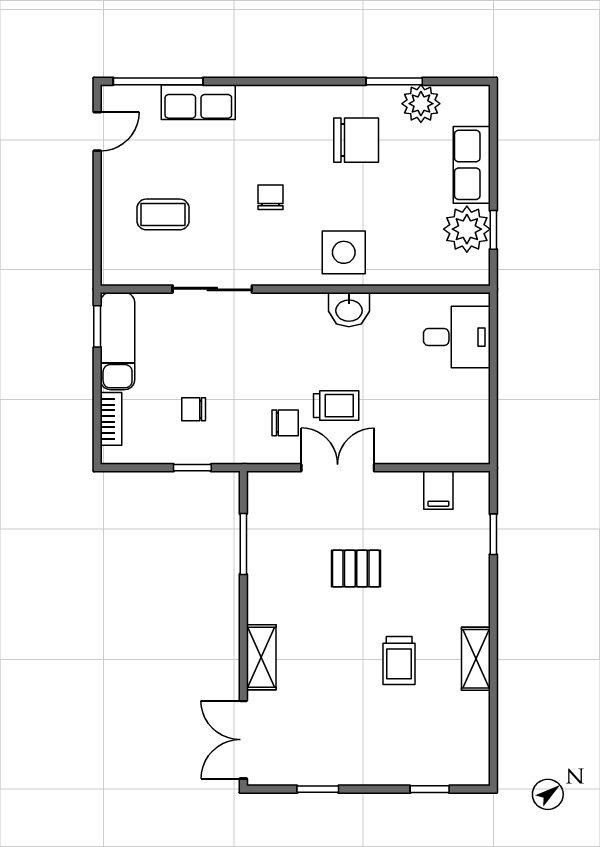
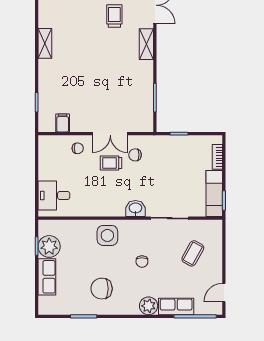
plant: (421, 104) -> (149, 306), moved
coffee table: (163, 214) -> (193, 253), turned -61
washbasin: (349, 310) -> (135, 208), moved
chair: (194, 409) -> (78, 148), moved
pallet: (356, 569) -> (102, 86), removed
trolley: (399, 661) -> (114, 16), moved

